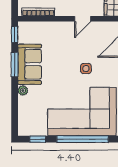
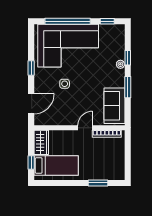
door: (83, 19) -> (85, 128), moved
window: (15, 34) -> (128, 58), moved
sofa: (30, 64) -> (114, 106), moved

